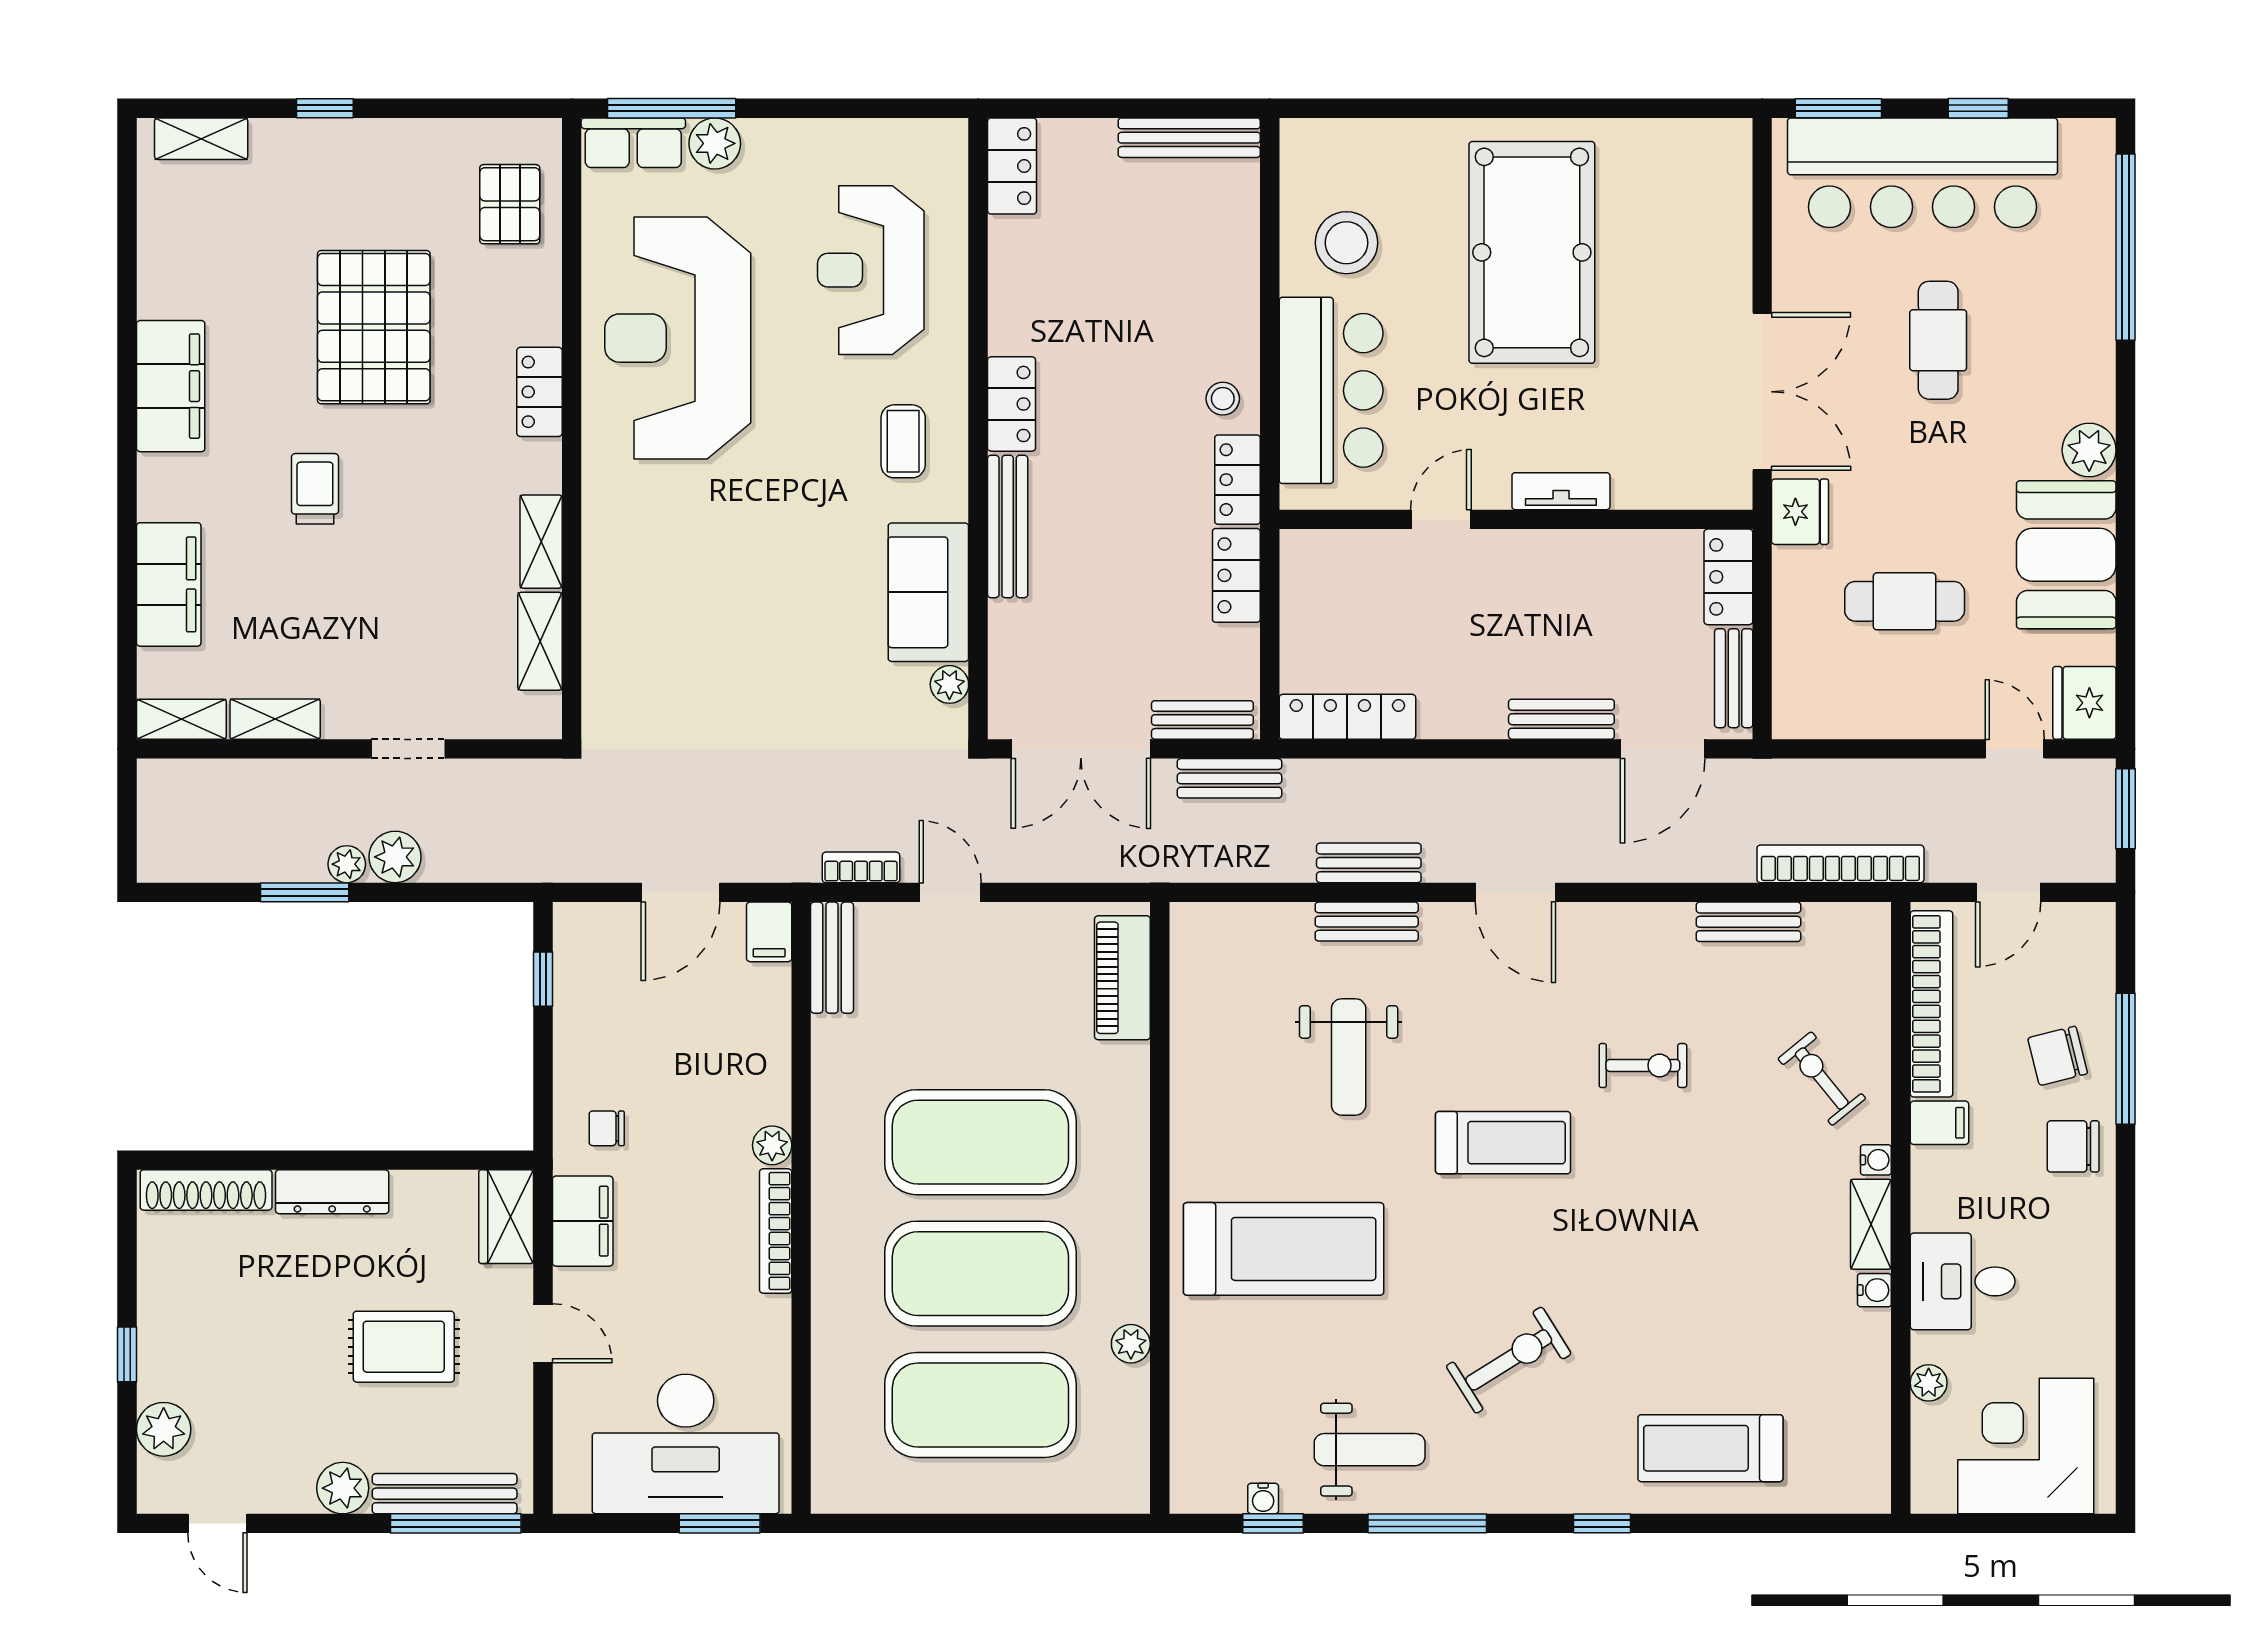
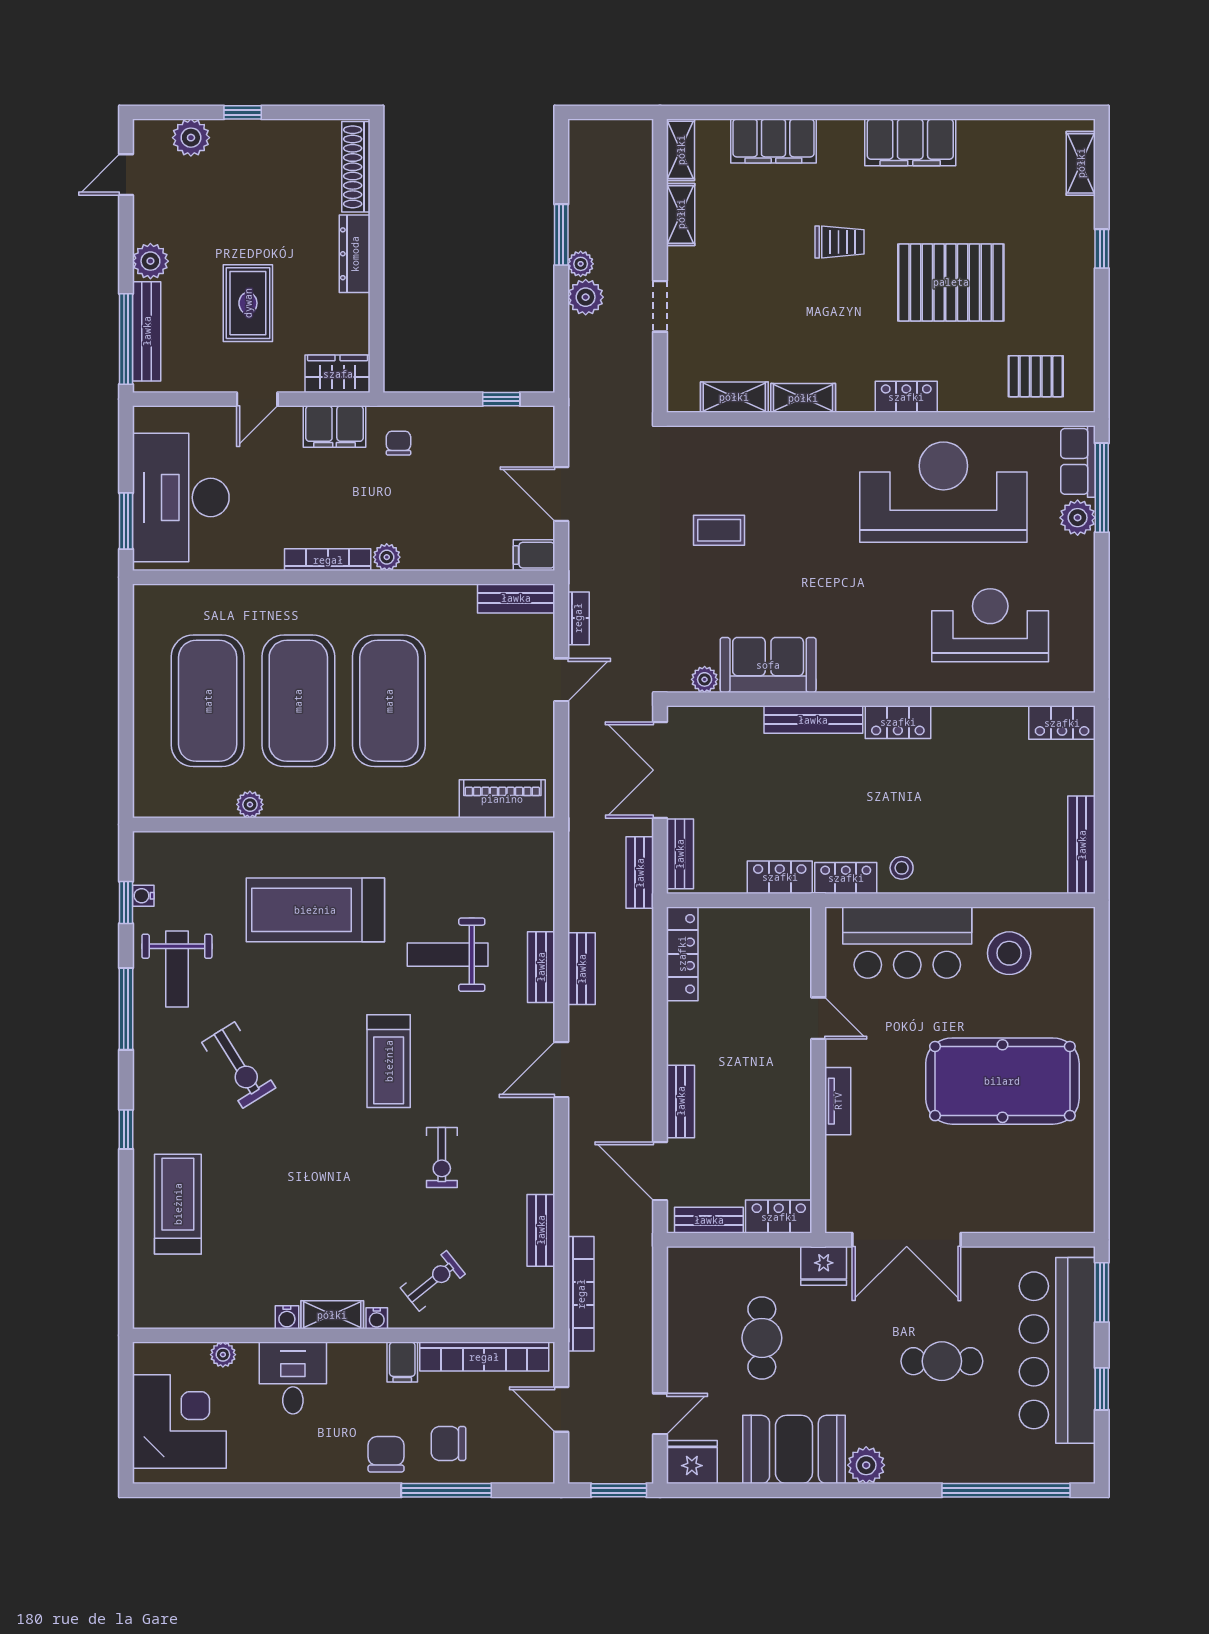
coffee table: (903, 441) -> (719, 530), moved
chair: (2058, 1056) -> (448, 1444), turned -76
treadmill: (1284, 1249) -> (315, 910), turned 90

